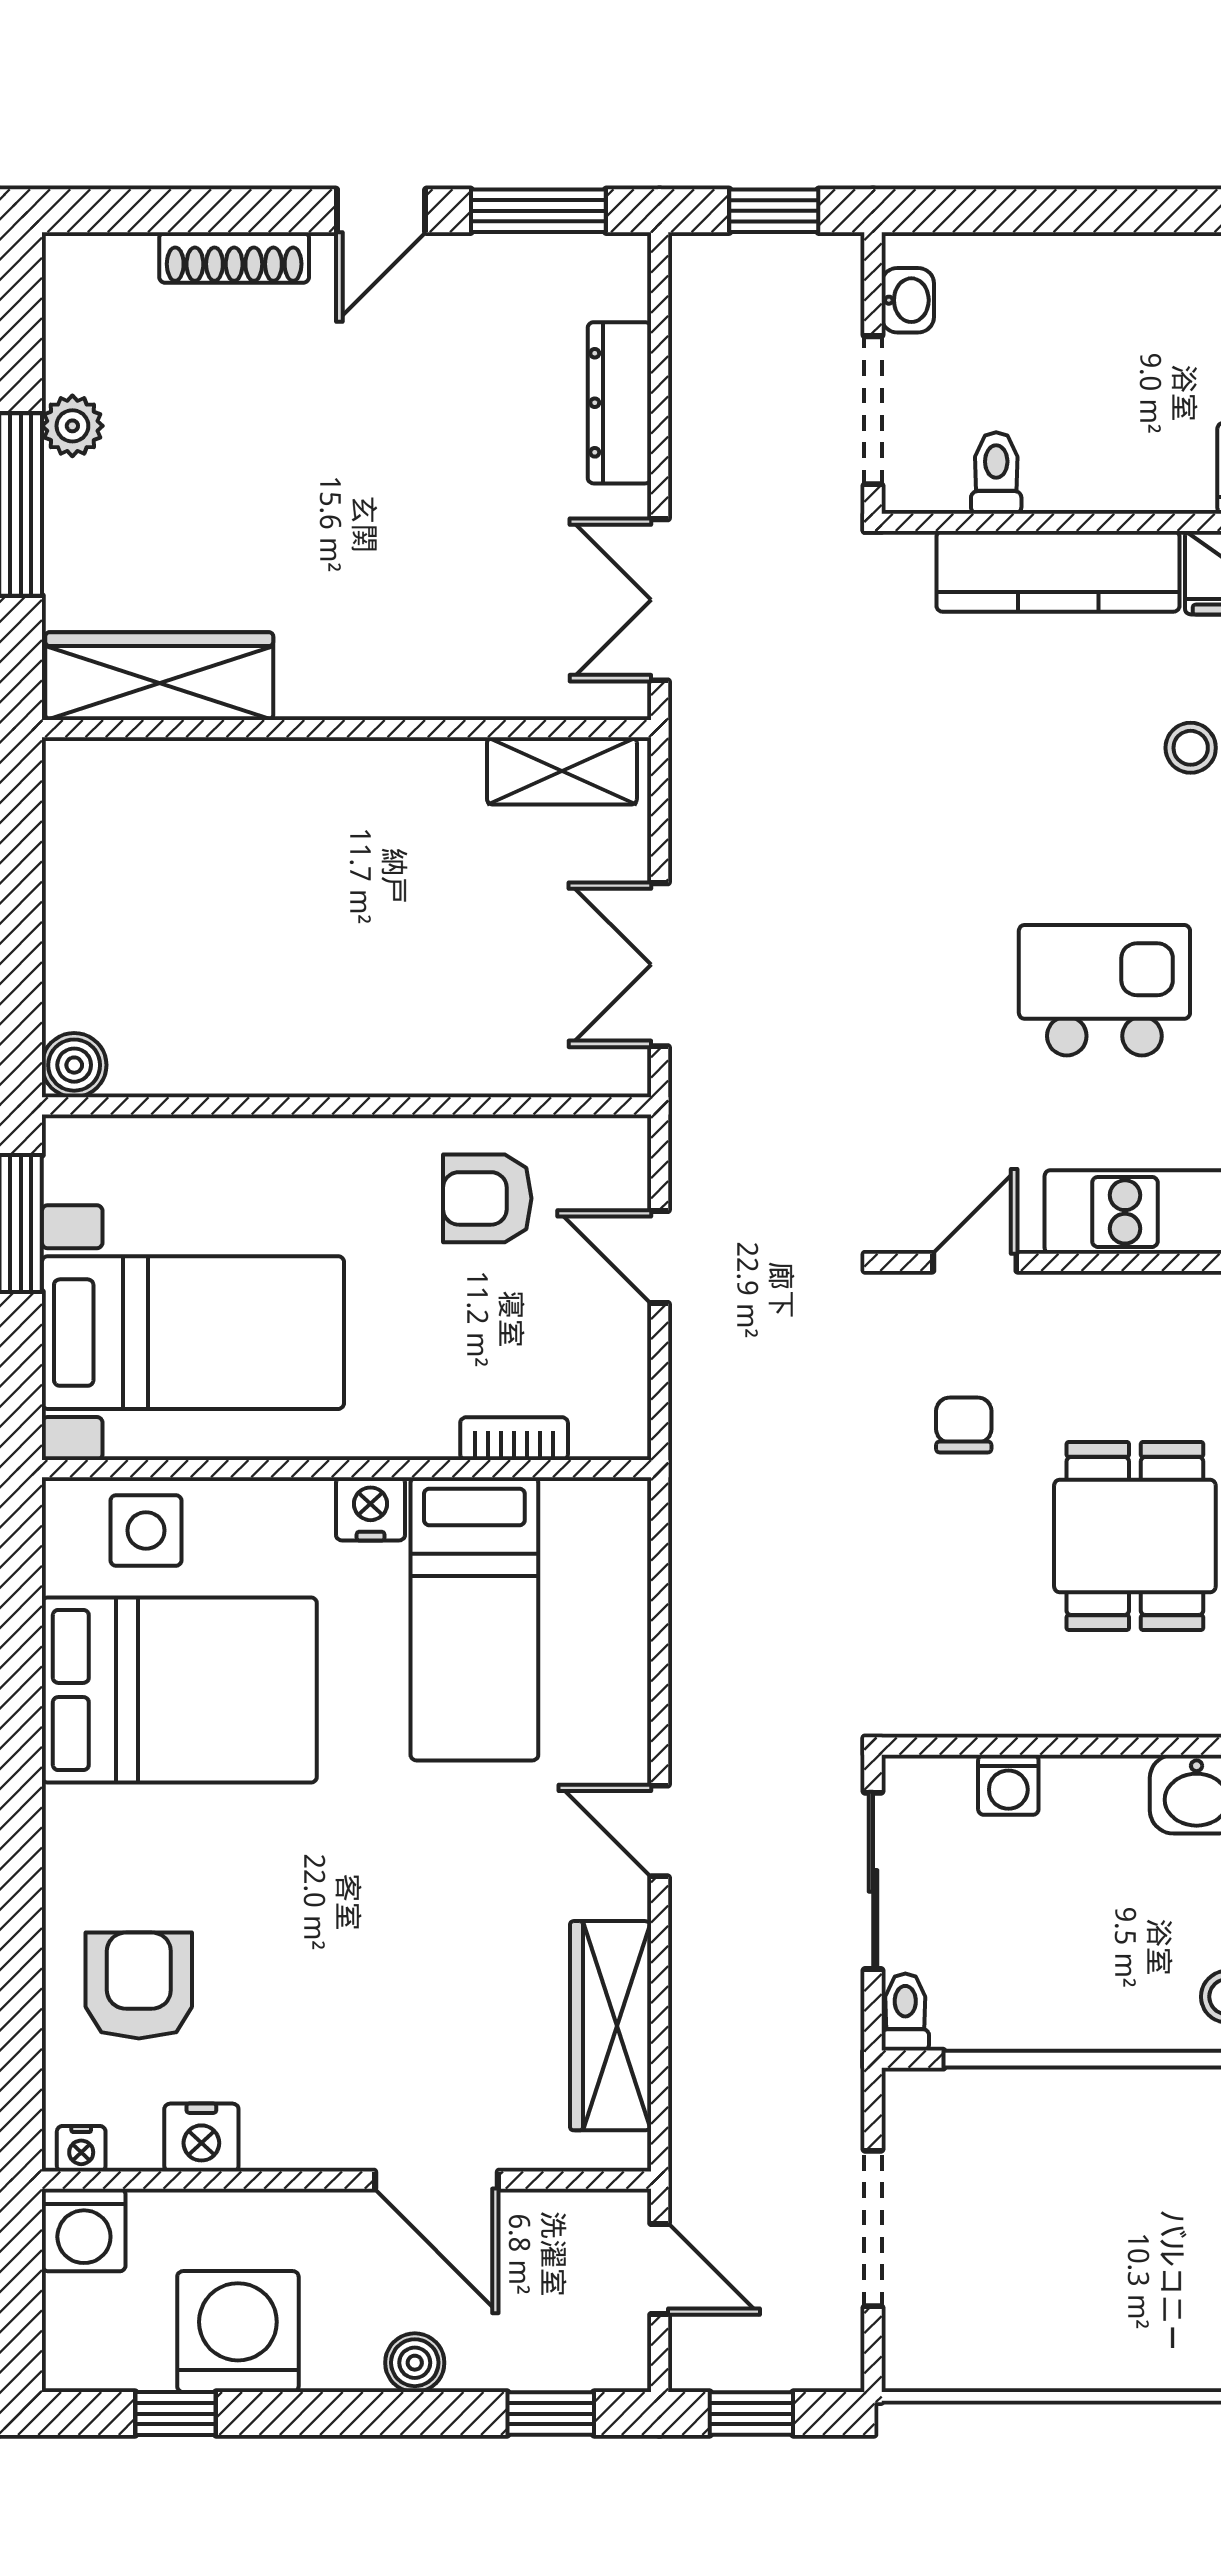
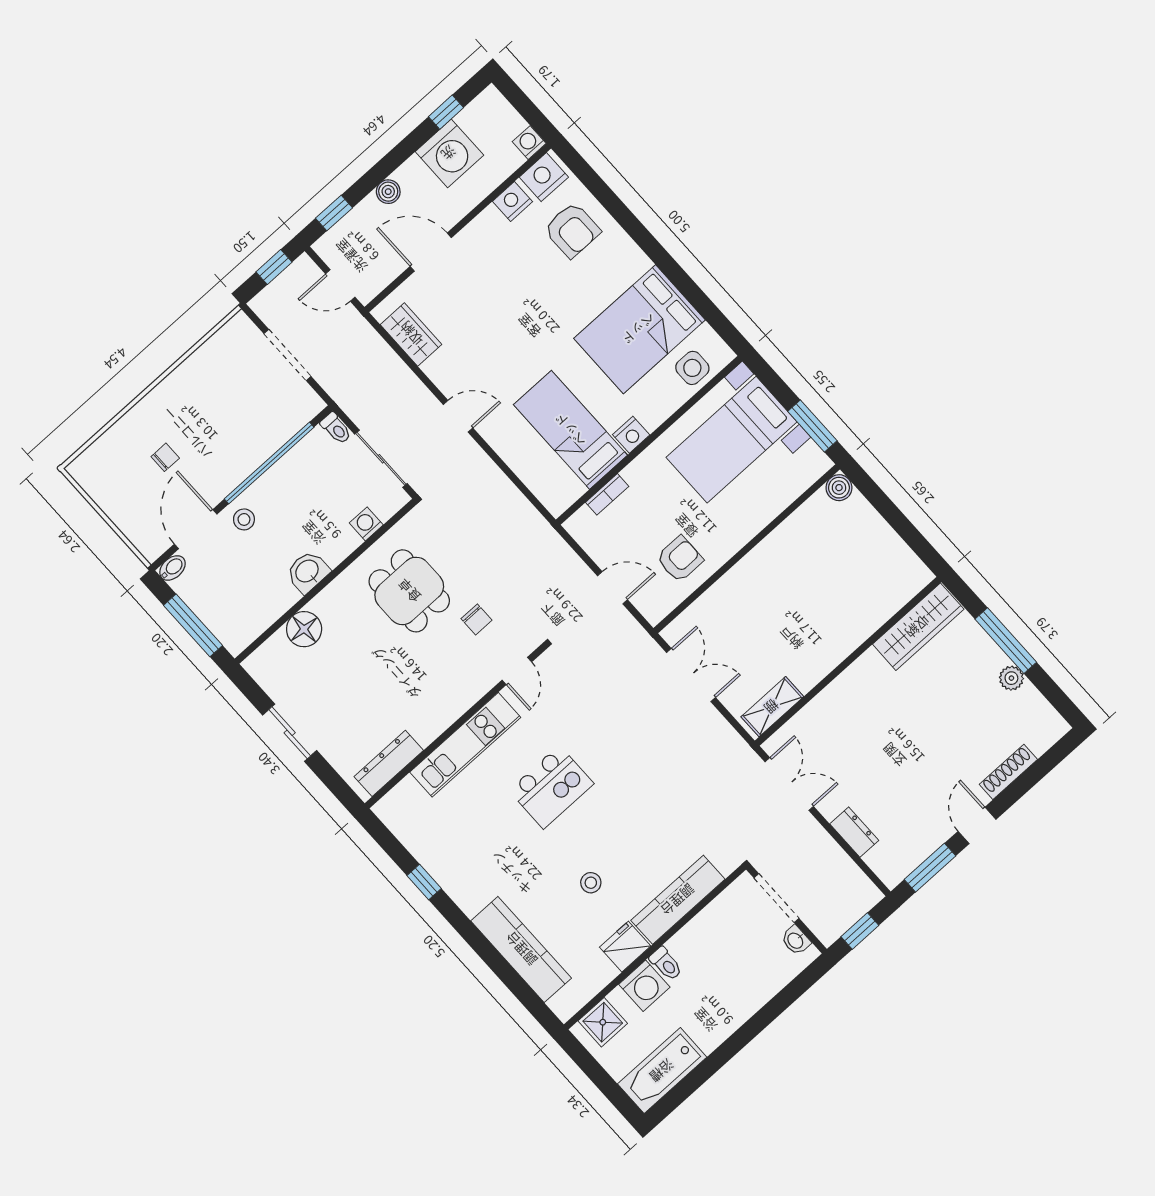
dresser: (619, 403) -> (854, 832), width x0.70
toilet: (996, 473) -> (666, 964), moved
dining table: (1135, 1536) -> (409, 591), moved
wardrobe: (611, 2026) -> (411, 334), width x0.67
nightstand: (81, 2149) -> (544, 177), width x1.89, depth x1.79
washing machine: (84, 2230) -> (529, 143), width x0.73, depth x0.73

